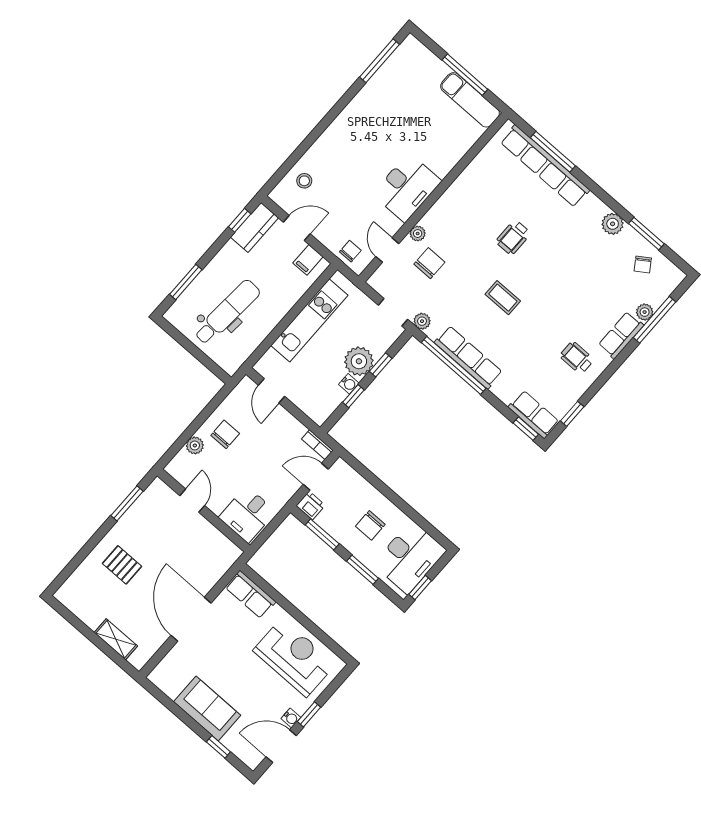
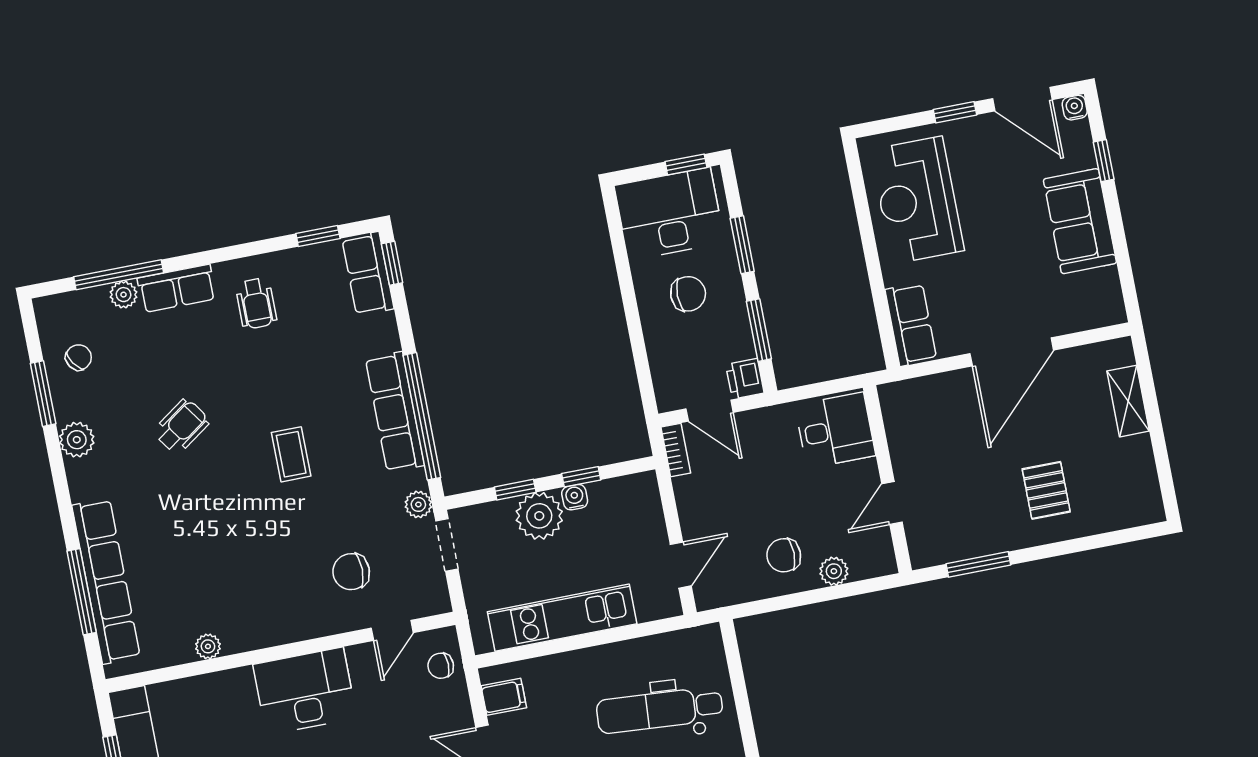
plant: (418, 234) -> (208, 646), moved
wheelchair: (513, 237) -> (182, 426), moved, turned -35
water cooler: (291, 718) -> (1075, 108), moved

